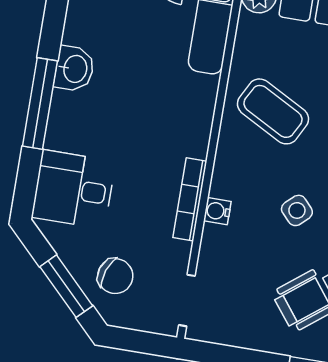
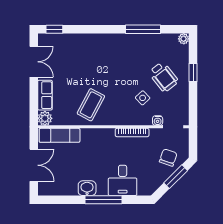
desk: (74, 189) -> (123, 180), moved
side table: (297, 210) -> (143, 98), moved
water cooler: (217, 211) -> (158, 121), moved

